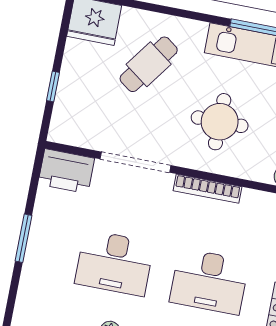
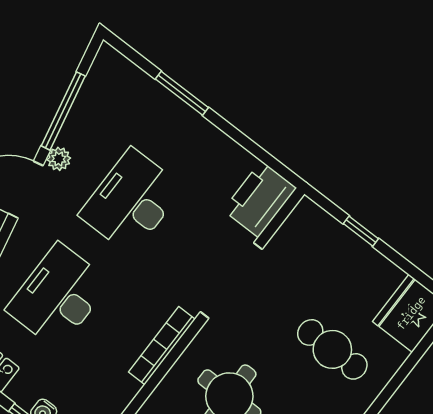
cafe table: (149, 64) -> (332, 349), turned -36
window: (23, 238) -> (182, 93), moved

